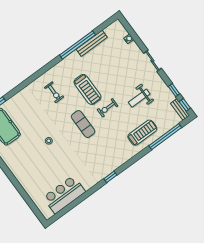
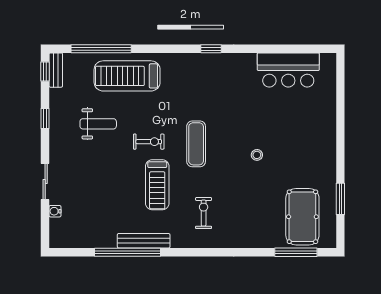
bench: (92, 43) -> (144, 241), moved
sliding door: (152, 61) -> (45, 181), moved
treadmill: (87, 89) -> (157, 185), turned 180
window: (174, 90) -> (45, 119), moved
treadmill: (142, 133) -> (127, 76), width x1.37, depth x1.38

